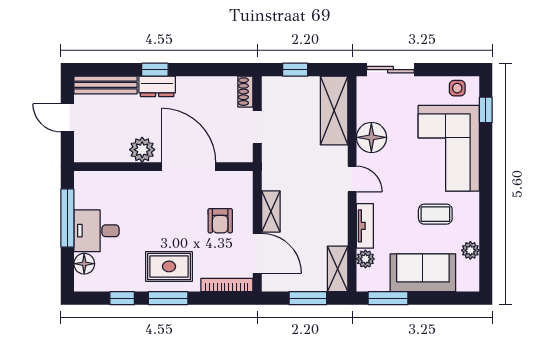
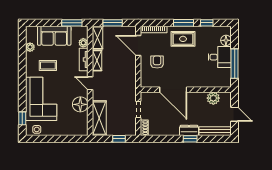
sliding door: (391, 70) -> (71, 139), removed
plant: (142, 150) -> (213, 98), moved
shelving: (271, 211) -> (97, 60), moved

